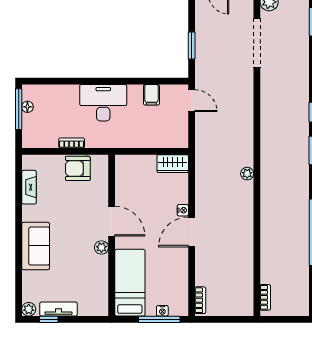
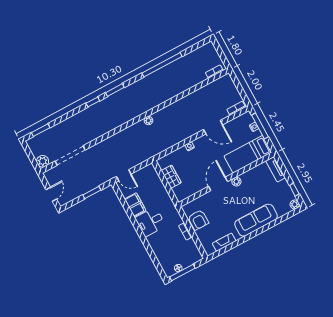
filing cabinet: (151, 95) -> (135, 205), width x2.00
door: (192, 101) -> (124, 175), swing flipped
desk: (103, 103) -> (150, 222), width x0.73
wardrobe: (173, 164) -> (171, 177), moved
door: (192, 232) -> (213, 127), moved
sofa: (36, 246) -> (256, 220), width x1.36
tv unit: (58, 309) -> (276, 169), moved

